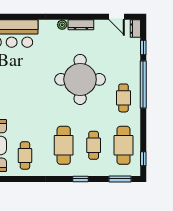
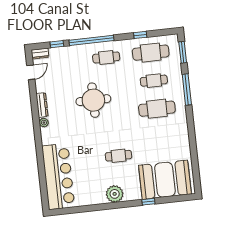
round table: (80, 79) -> (93, 100), width x0.73, depth x0.73
cafe table: (25, 155) -> (118, 156), moved
window: (143, 159) -> (140, 35), moved
window: (80, 179) -> (187, 89), width x2.17

